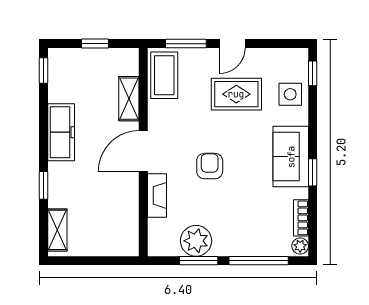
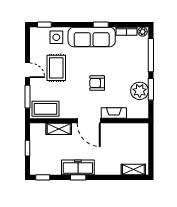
sofa: (291, 157) -> (92, 37), width x1.36
window: (43, 185) -> (78, 177), moved

